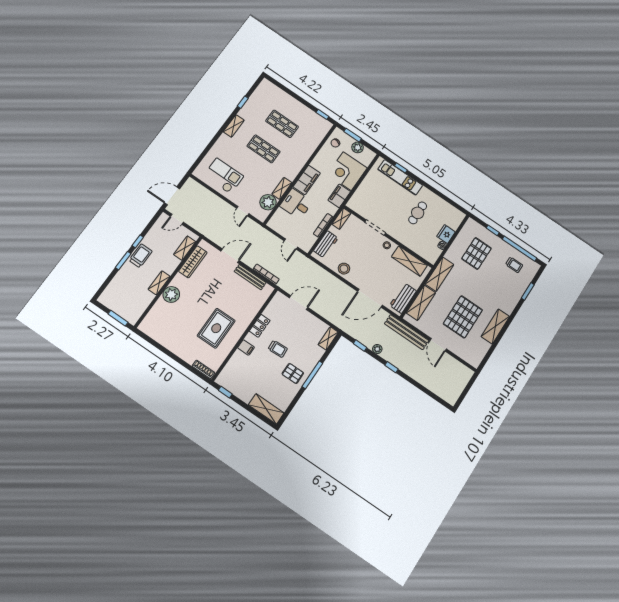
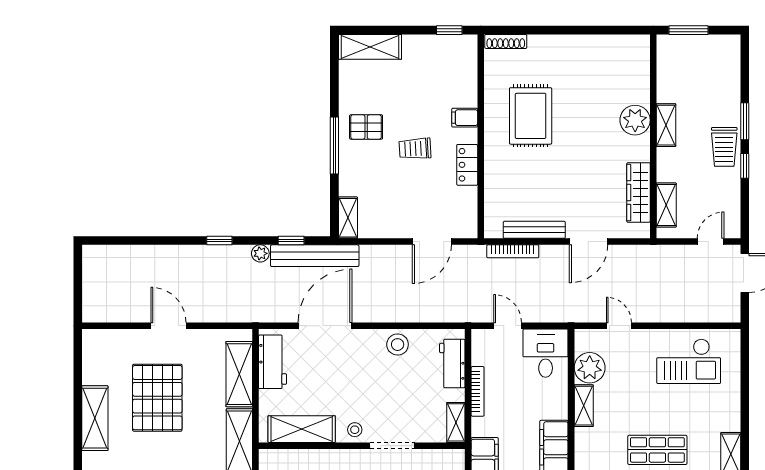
desk: (296, 204) -> (546, 353), moved, turned -90
bench: (407, 332) -> (315, 256), moved

